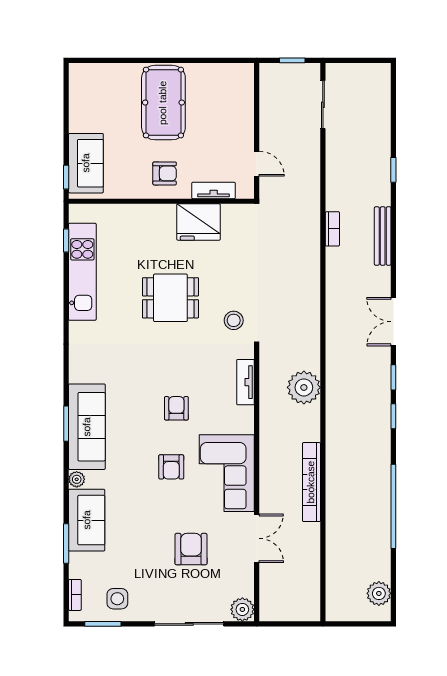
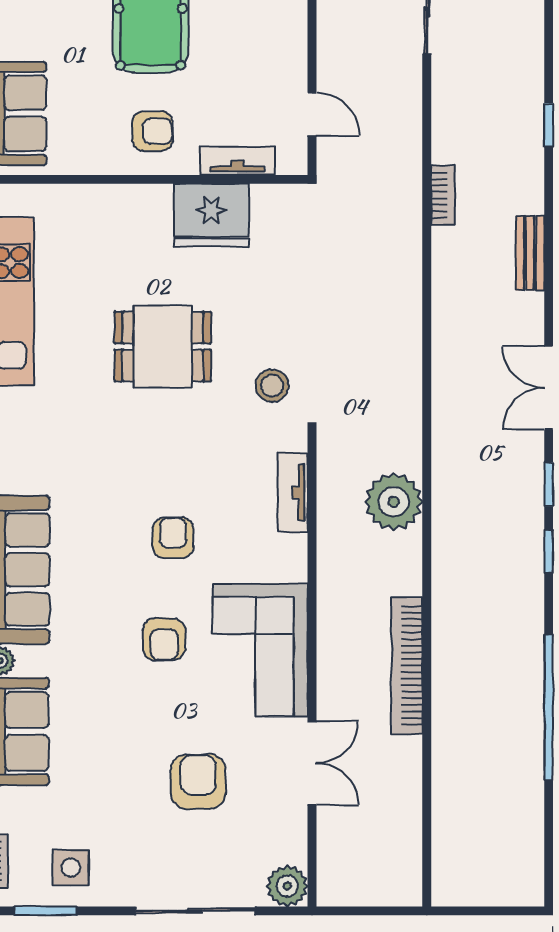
bookcase: (332, 229) -> (443, 195), moved
bench: (383, 236) -> (530, 253), width x0.73
plant: (379, 593) -> (524, 858), removed

